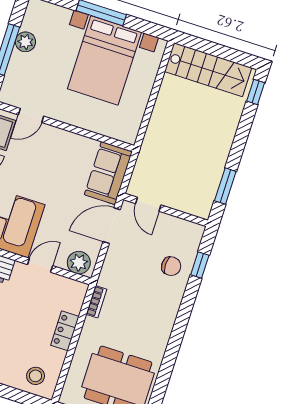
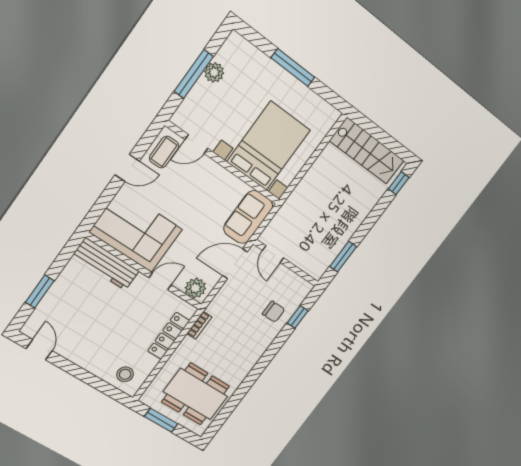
bed with nightstands: (104, 60) -> (269, 146), moved, turned 180
locker: (65, 331) -> (169, 336), width x1.53

